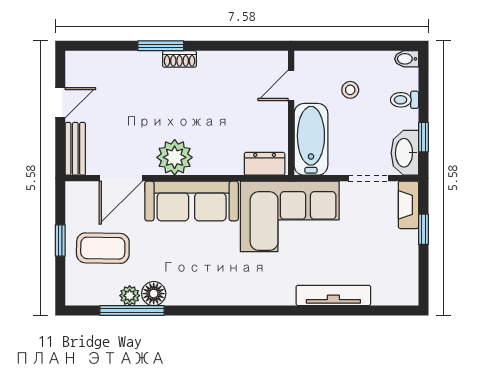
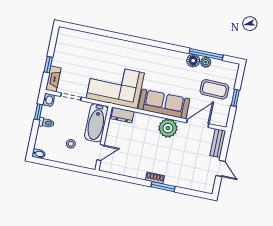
toilet: (404, 100) -> (46, 123), moved
door: (60, 103) -> (221, 168), swing flipped
washbasin: (405, 153) -> (49, 100), width x0.52, depth x0.69
tv unit: (333, 295) -> (101, 40), removed

